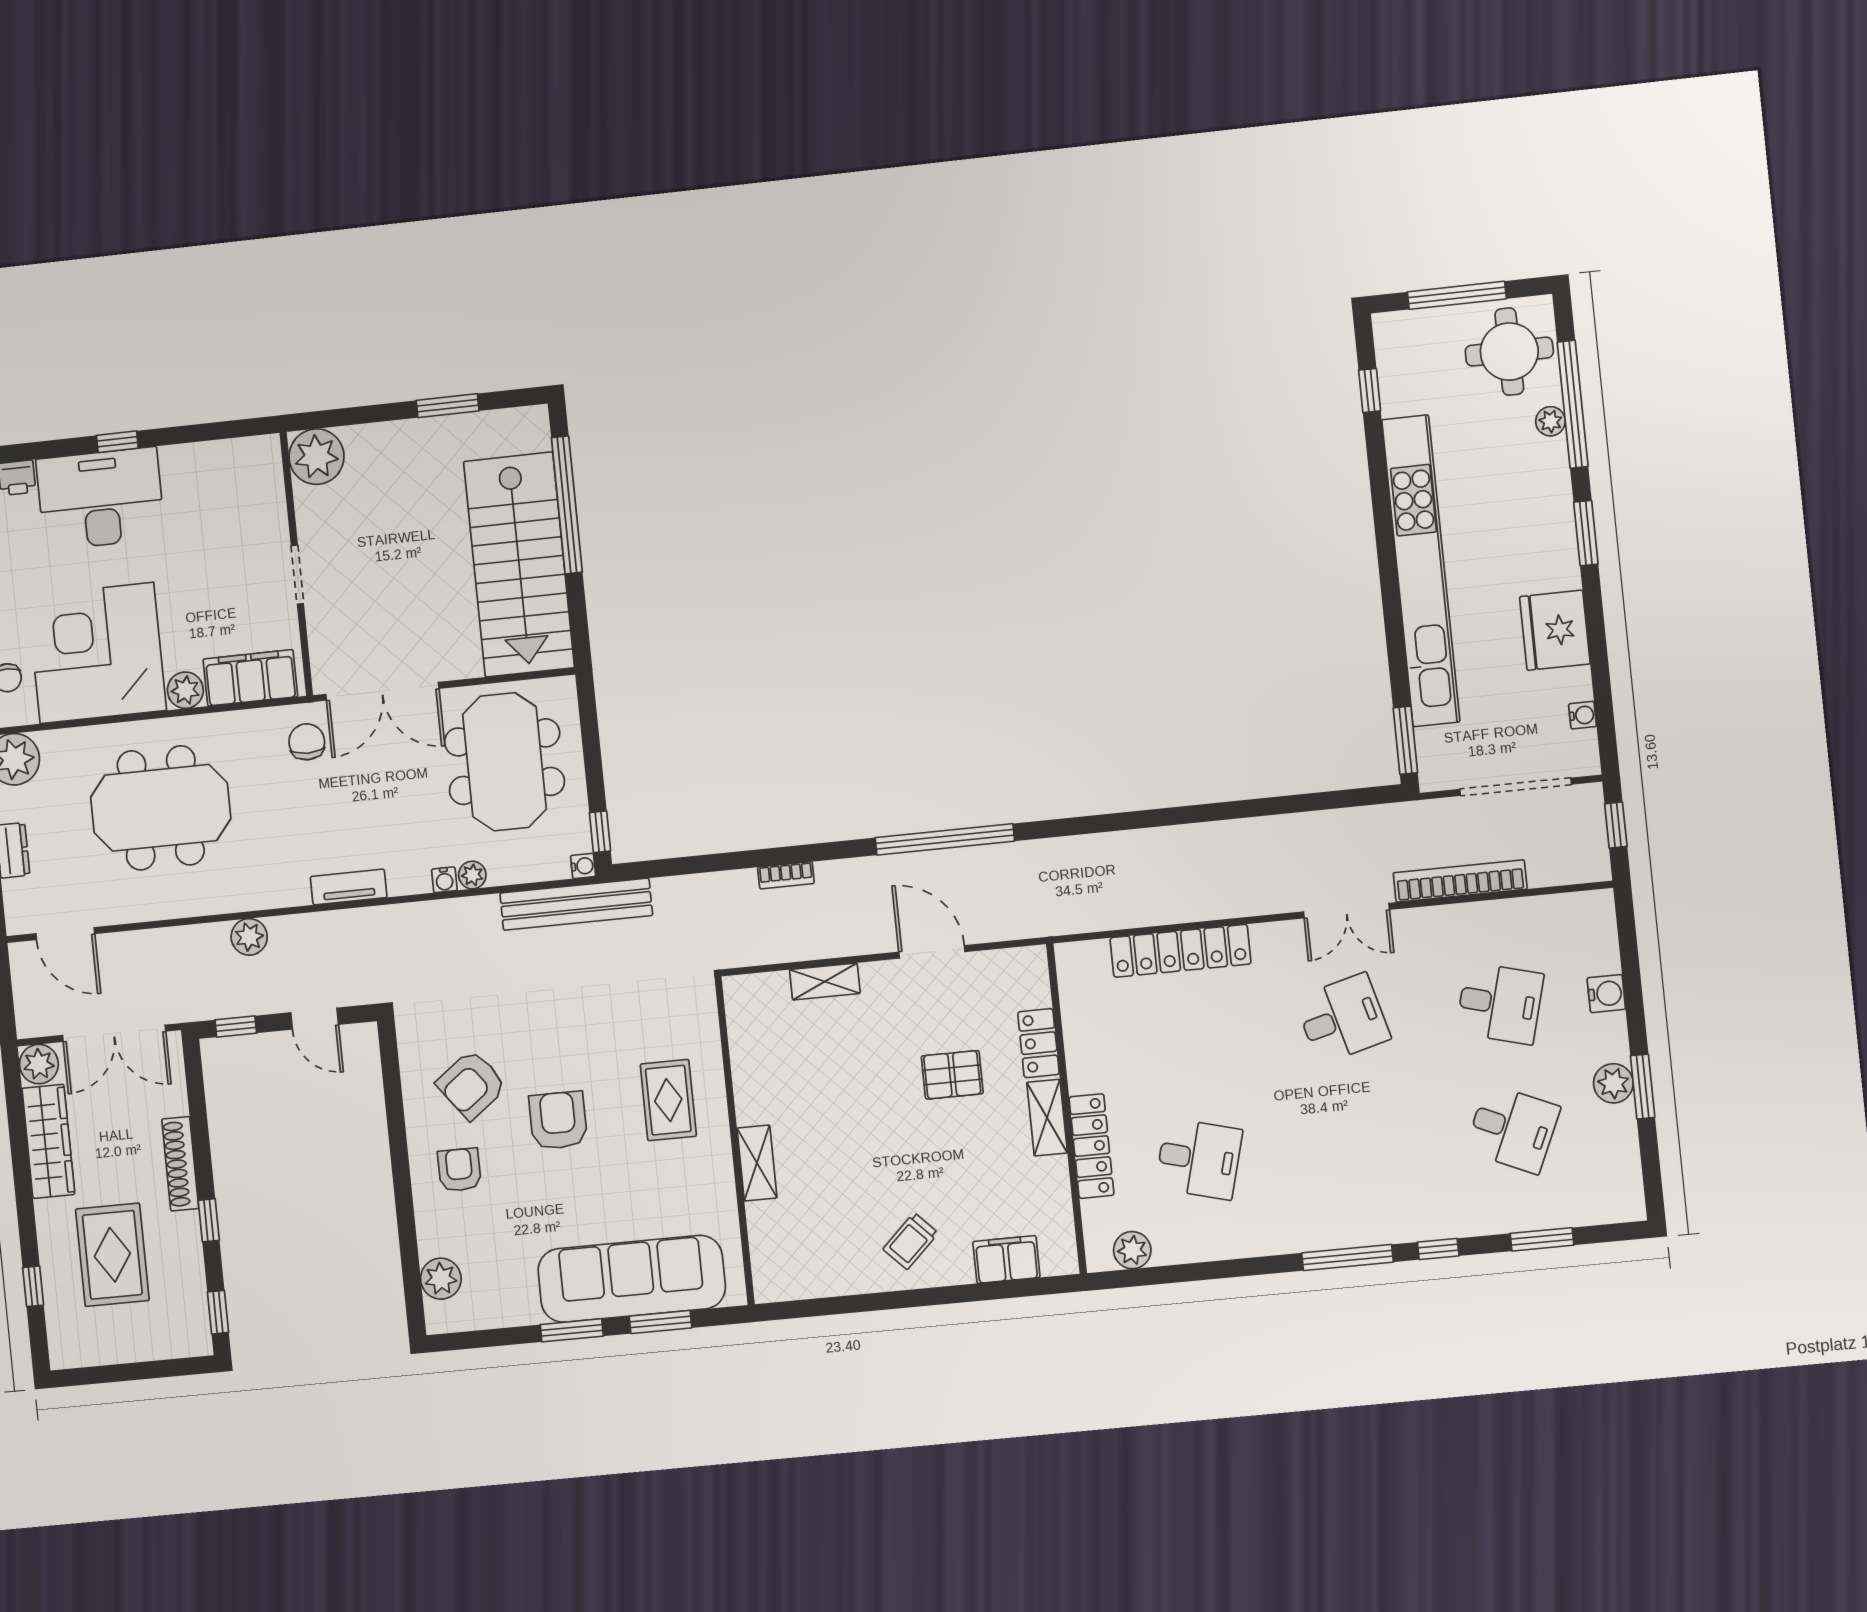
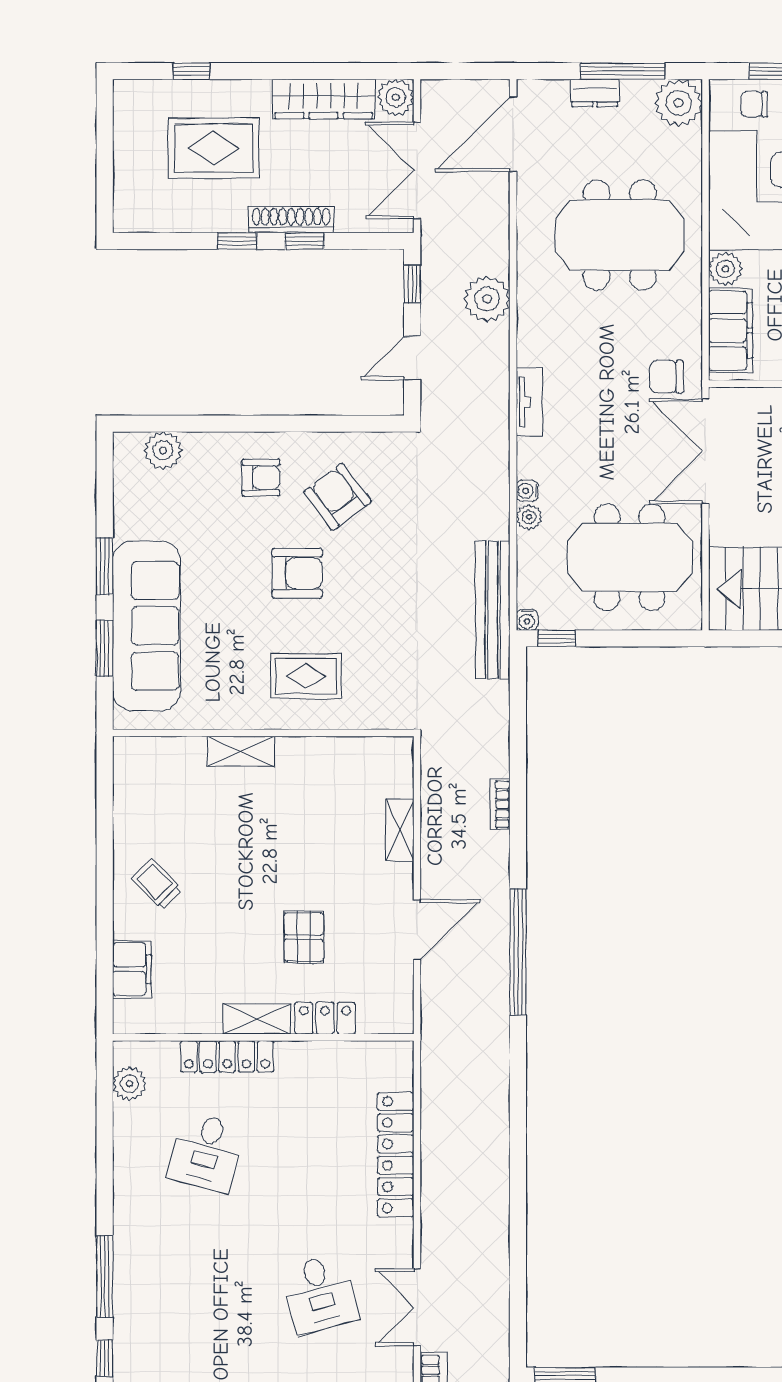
chair: (307, 742) -> (666, 377), turned 180
meeting table: (161, 808) -> (620, 235), turned 90
door: (65, 934) -> (513, 134), width x1.36
plant: (249, 937) -> (487, 299), width x1.36, depth x1.36
window: (218, 1312) -> (304, 241), moved

